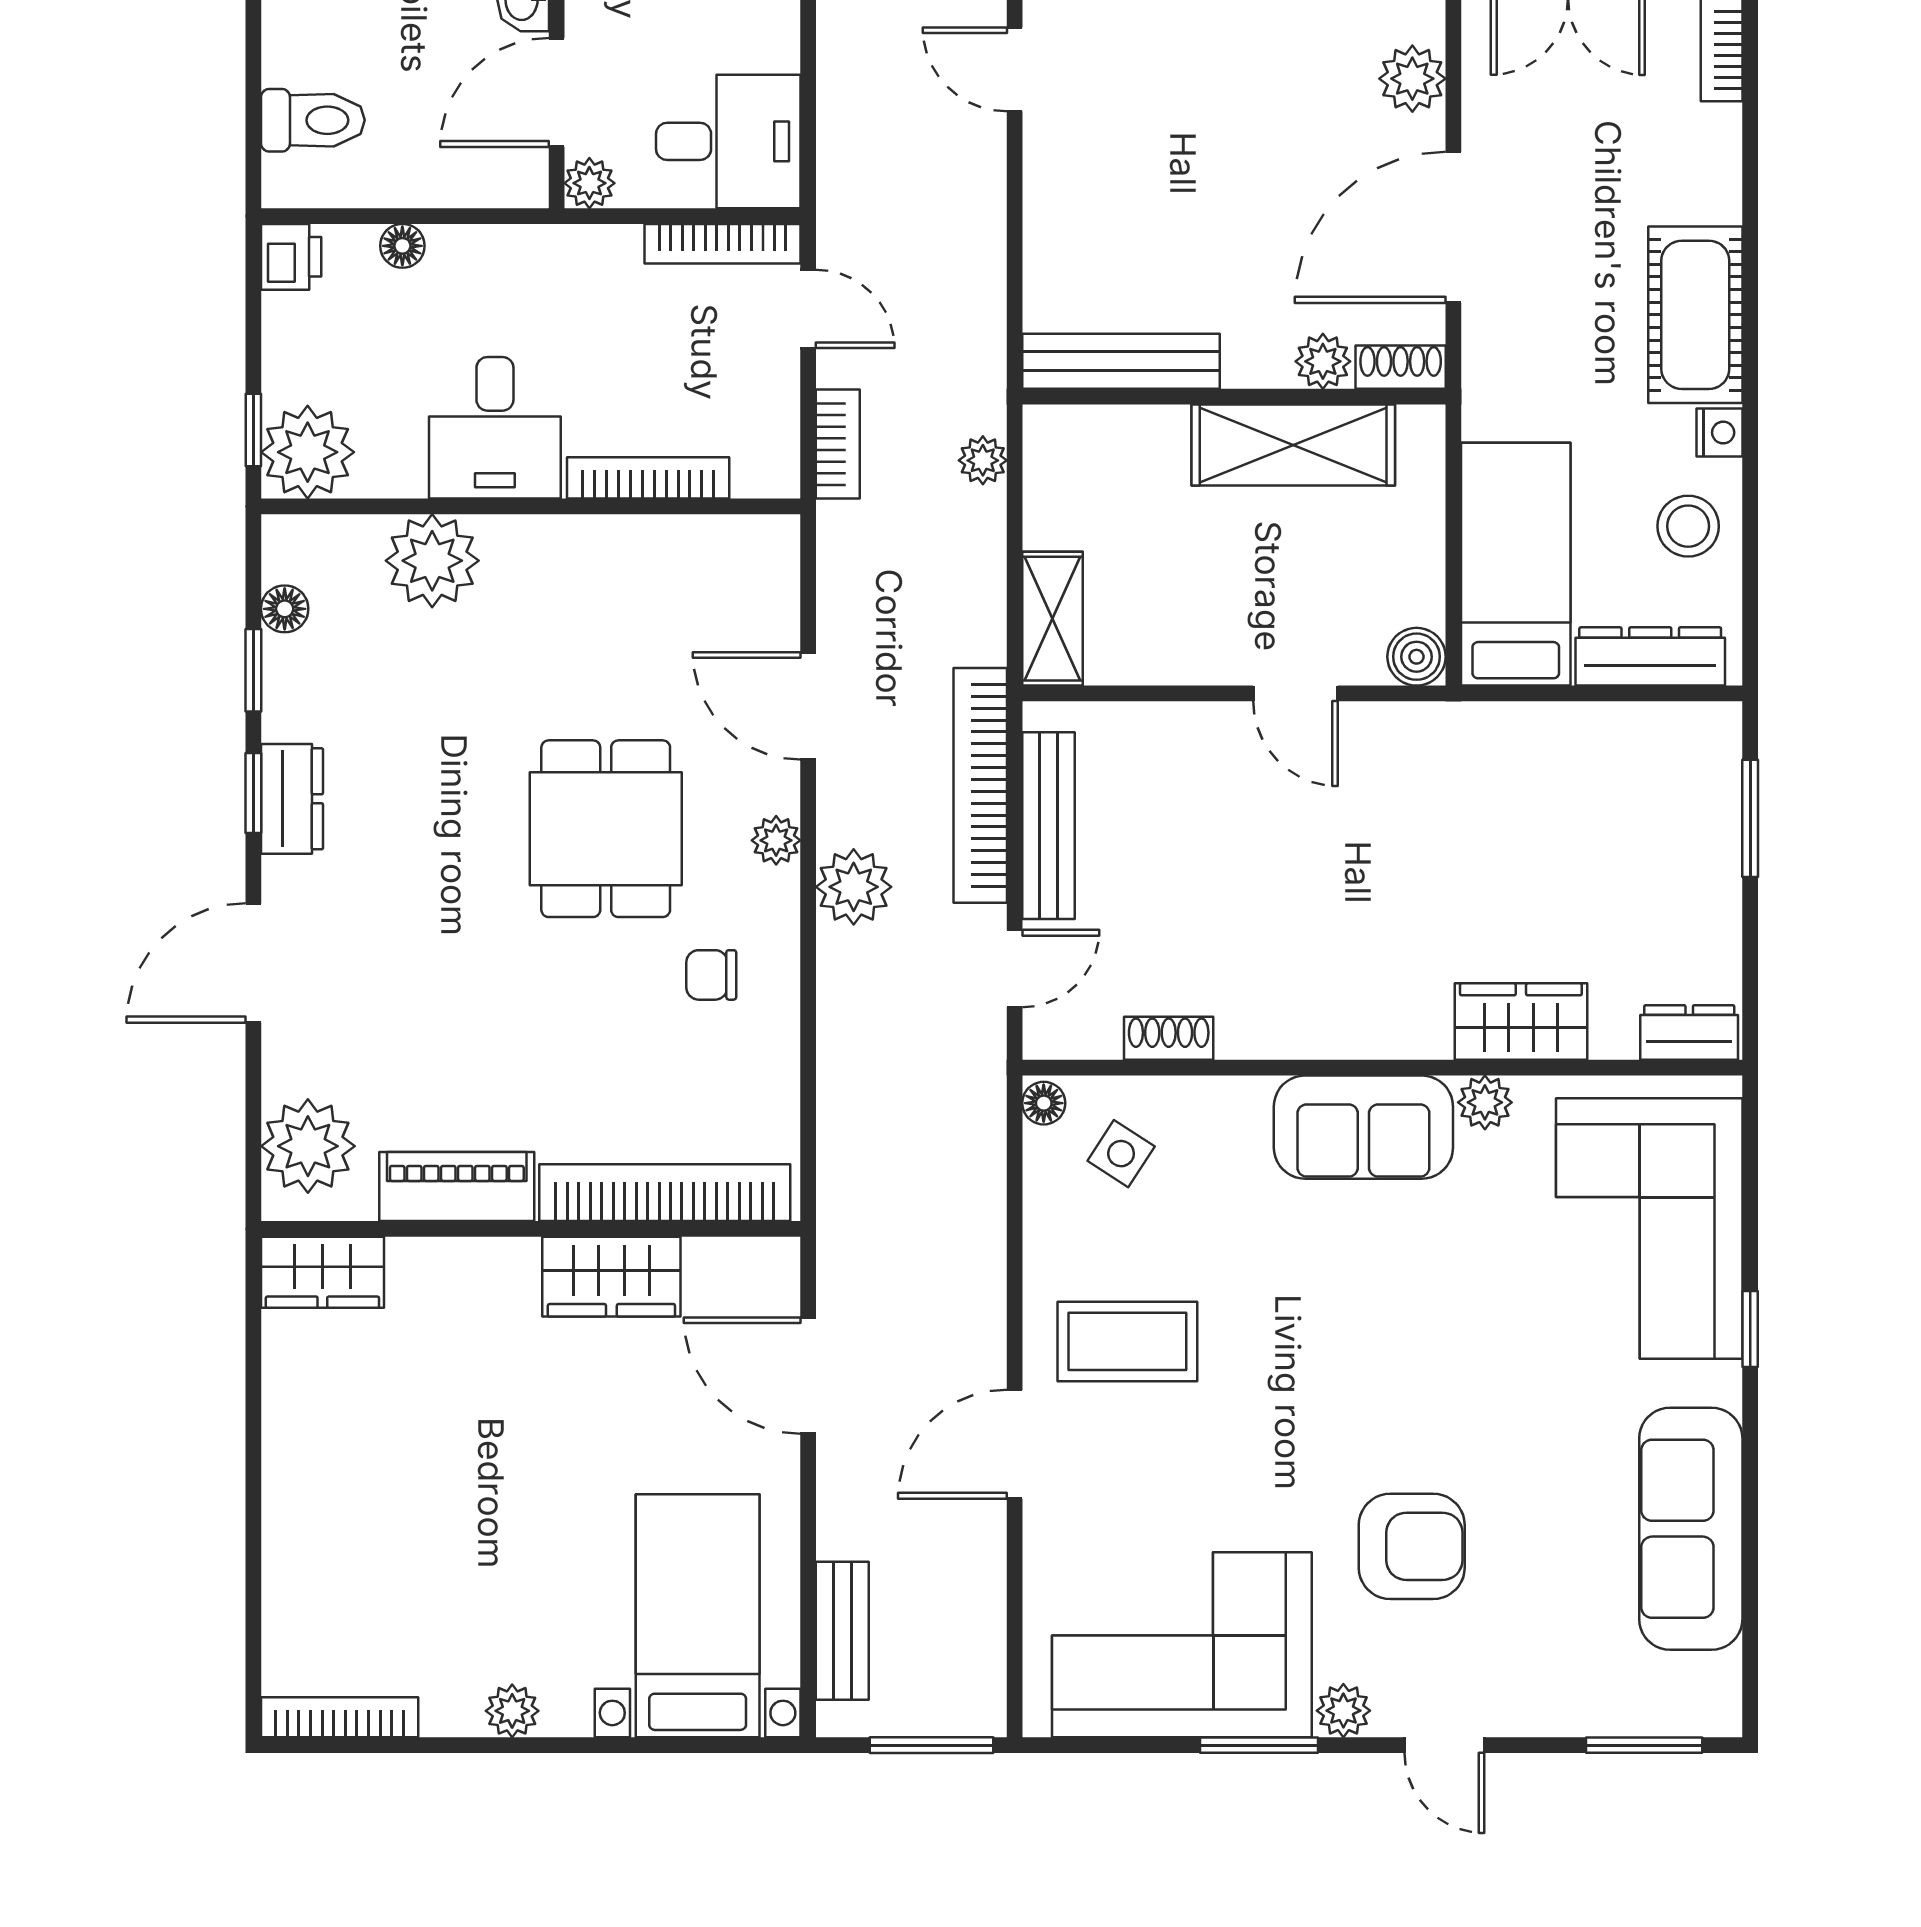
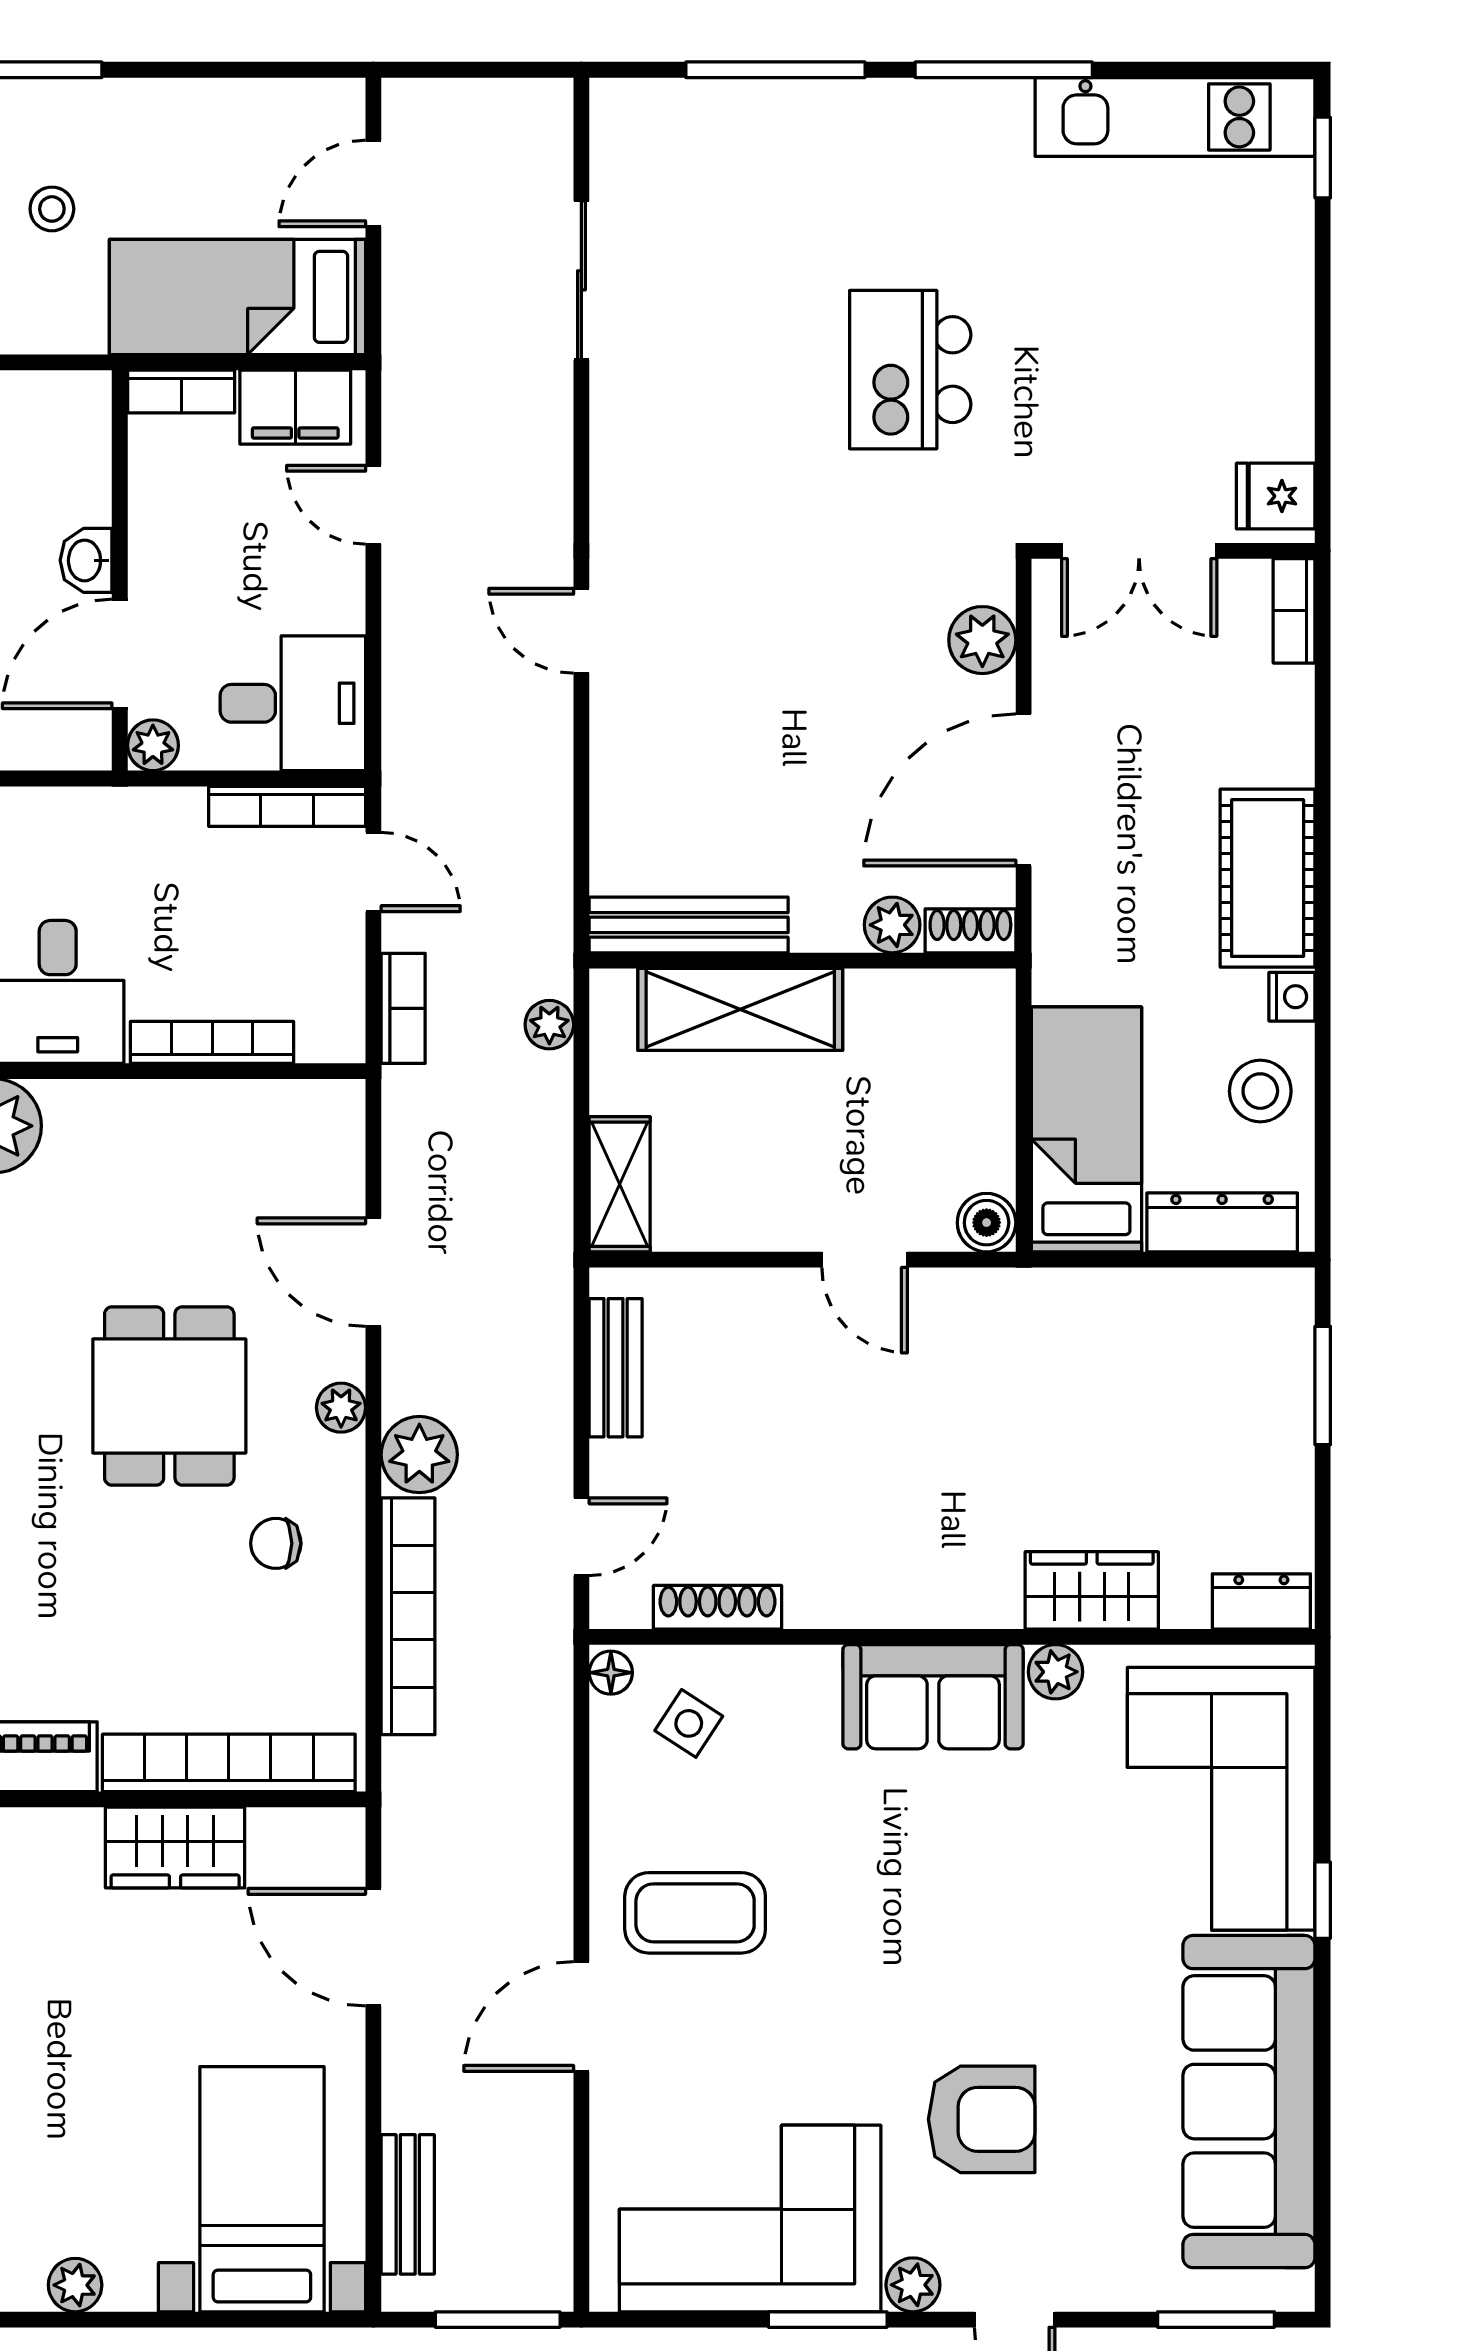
shelving: (1293, 445) -> (740, 1009), moved
bookcase: (980, 785) -> (408, 1616), moved, turned 180
bench: (1048, 826) -> (616, 1368), width x0.73
shoe rack: (1169, 1038) -> (717, 1607), width x1.43
sofa: (1691, 1529) -> (1249, 2102), width x1.36, depth x1.27

